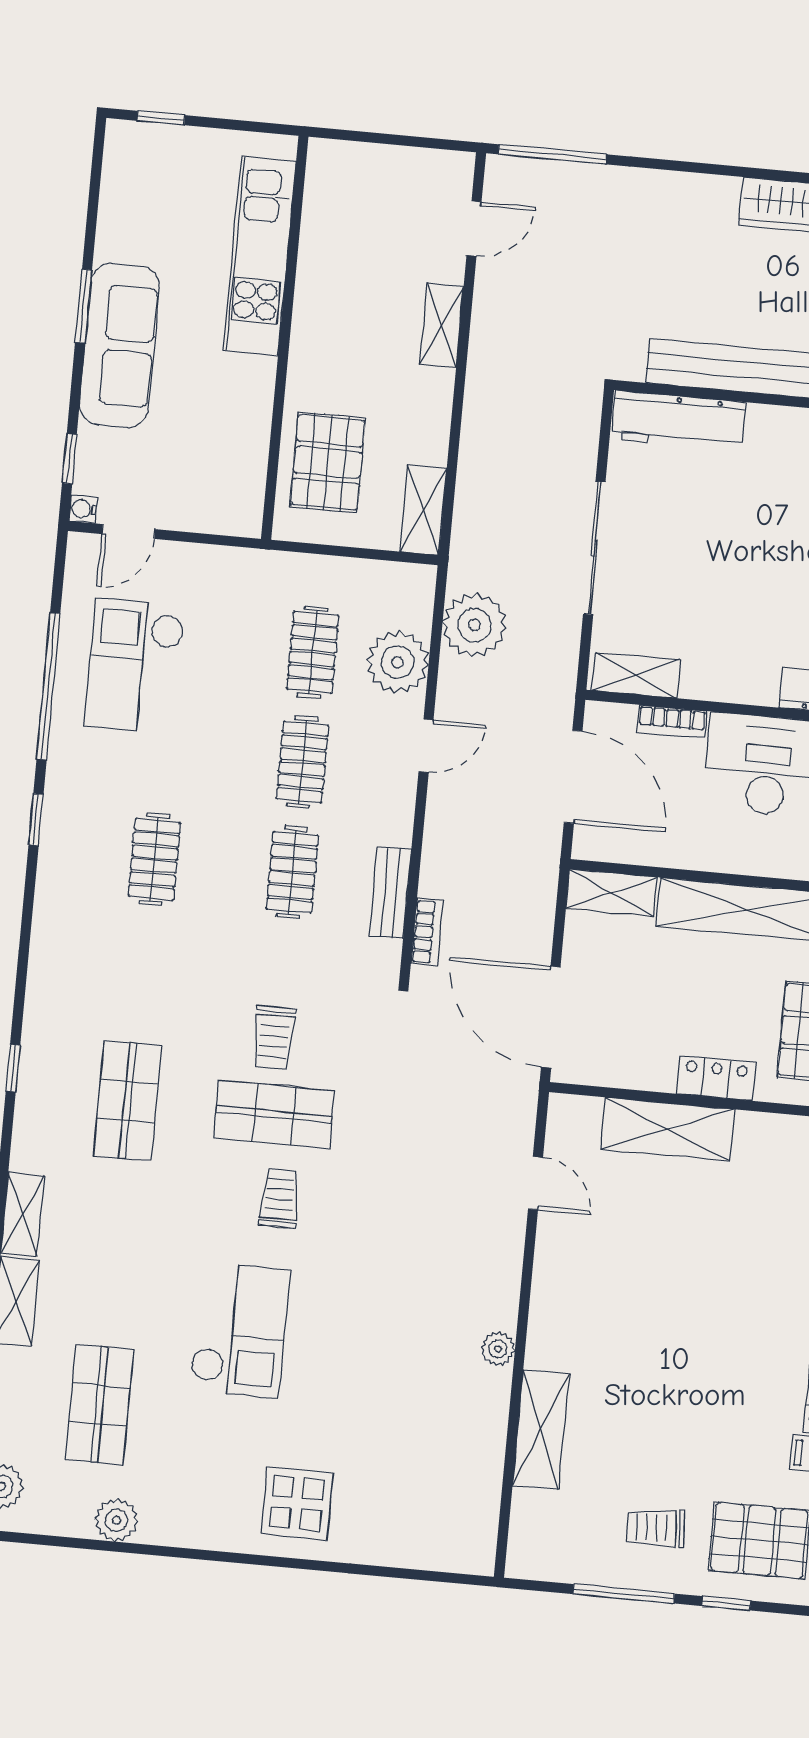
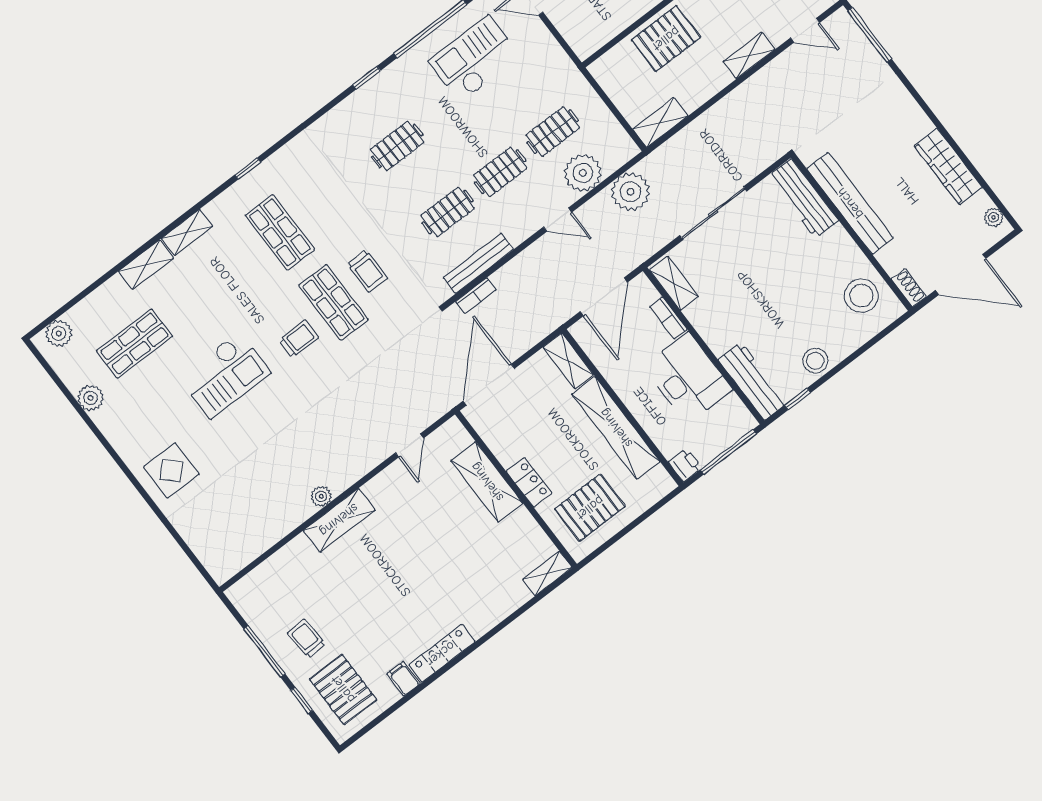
pallet: (328, 462) -> (666, 39), moved
bench: (390, 893) -> (478, 263), width x1.36
trolley: (274, 1037) -> (367, 271), turned -90
shop shelf: (128, 1101) -> (280, 232), turned 90
shelving: (541, 1430) -> (339, 520), moved

